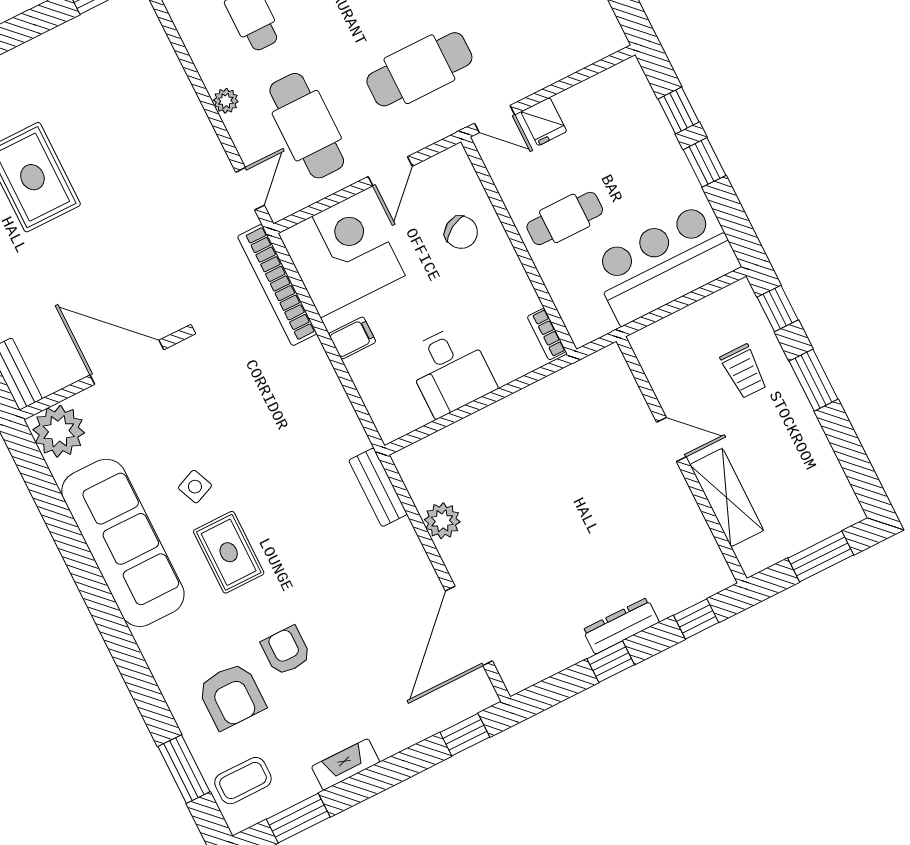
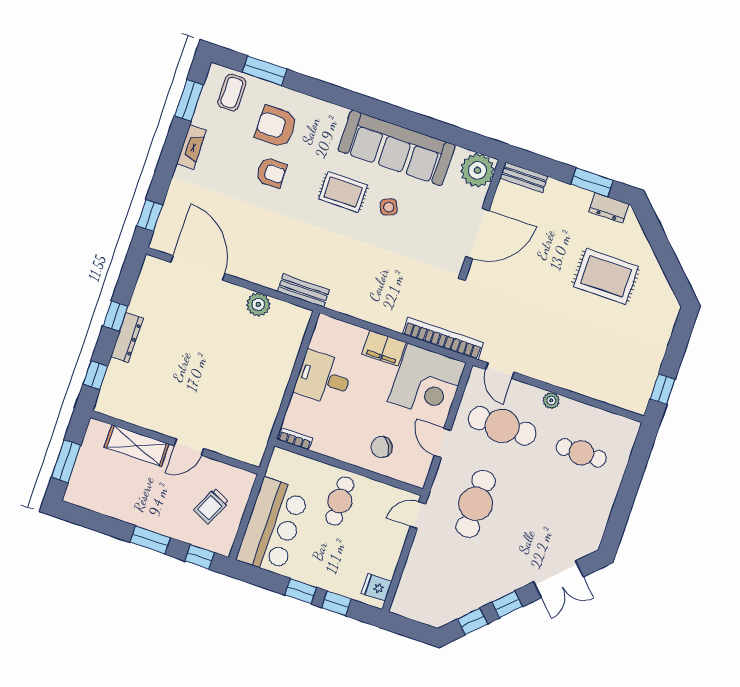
fridge: (544, 122) -> (377, 587), moved
filing cabinet: (352, 338) -> (384, 348), width x2.00
trolley: (744, 371) -> (211, 506), moved, turned -65

